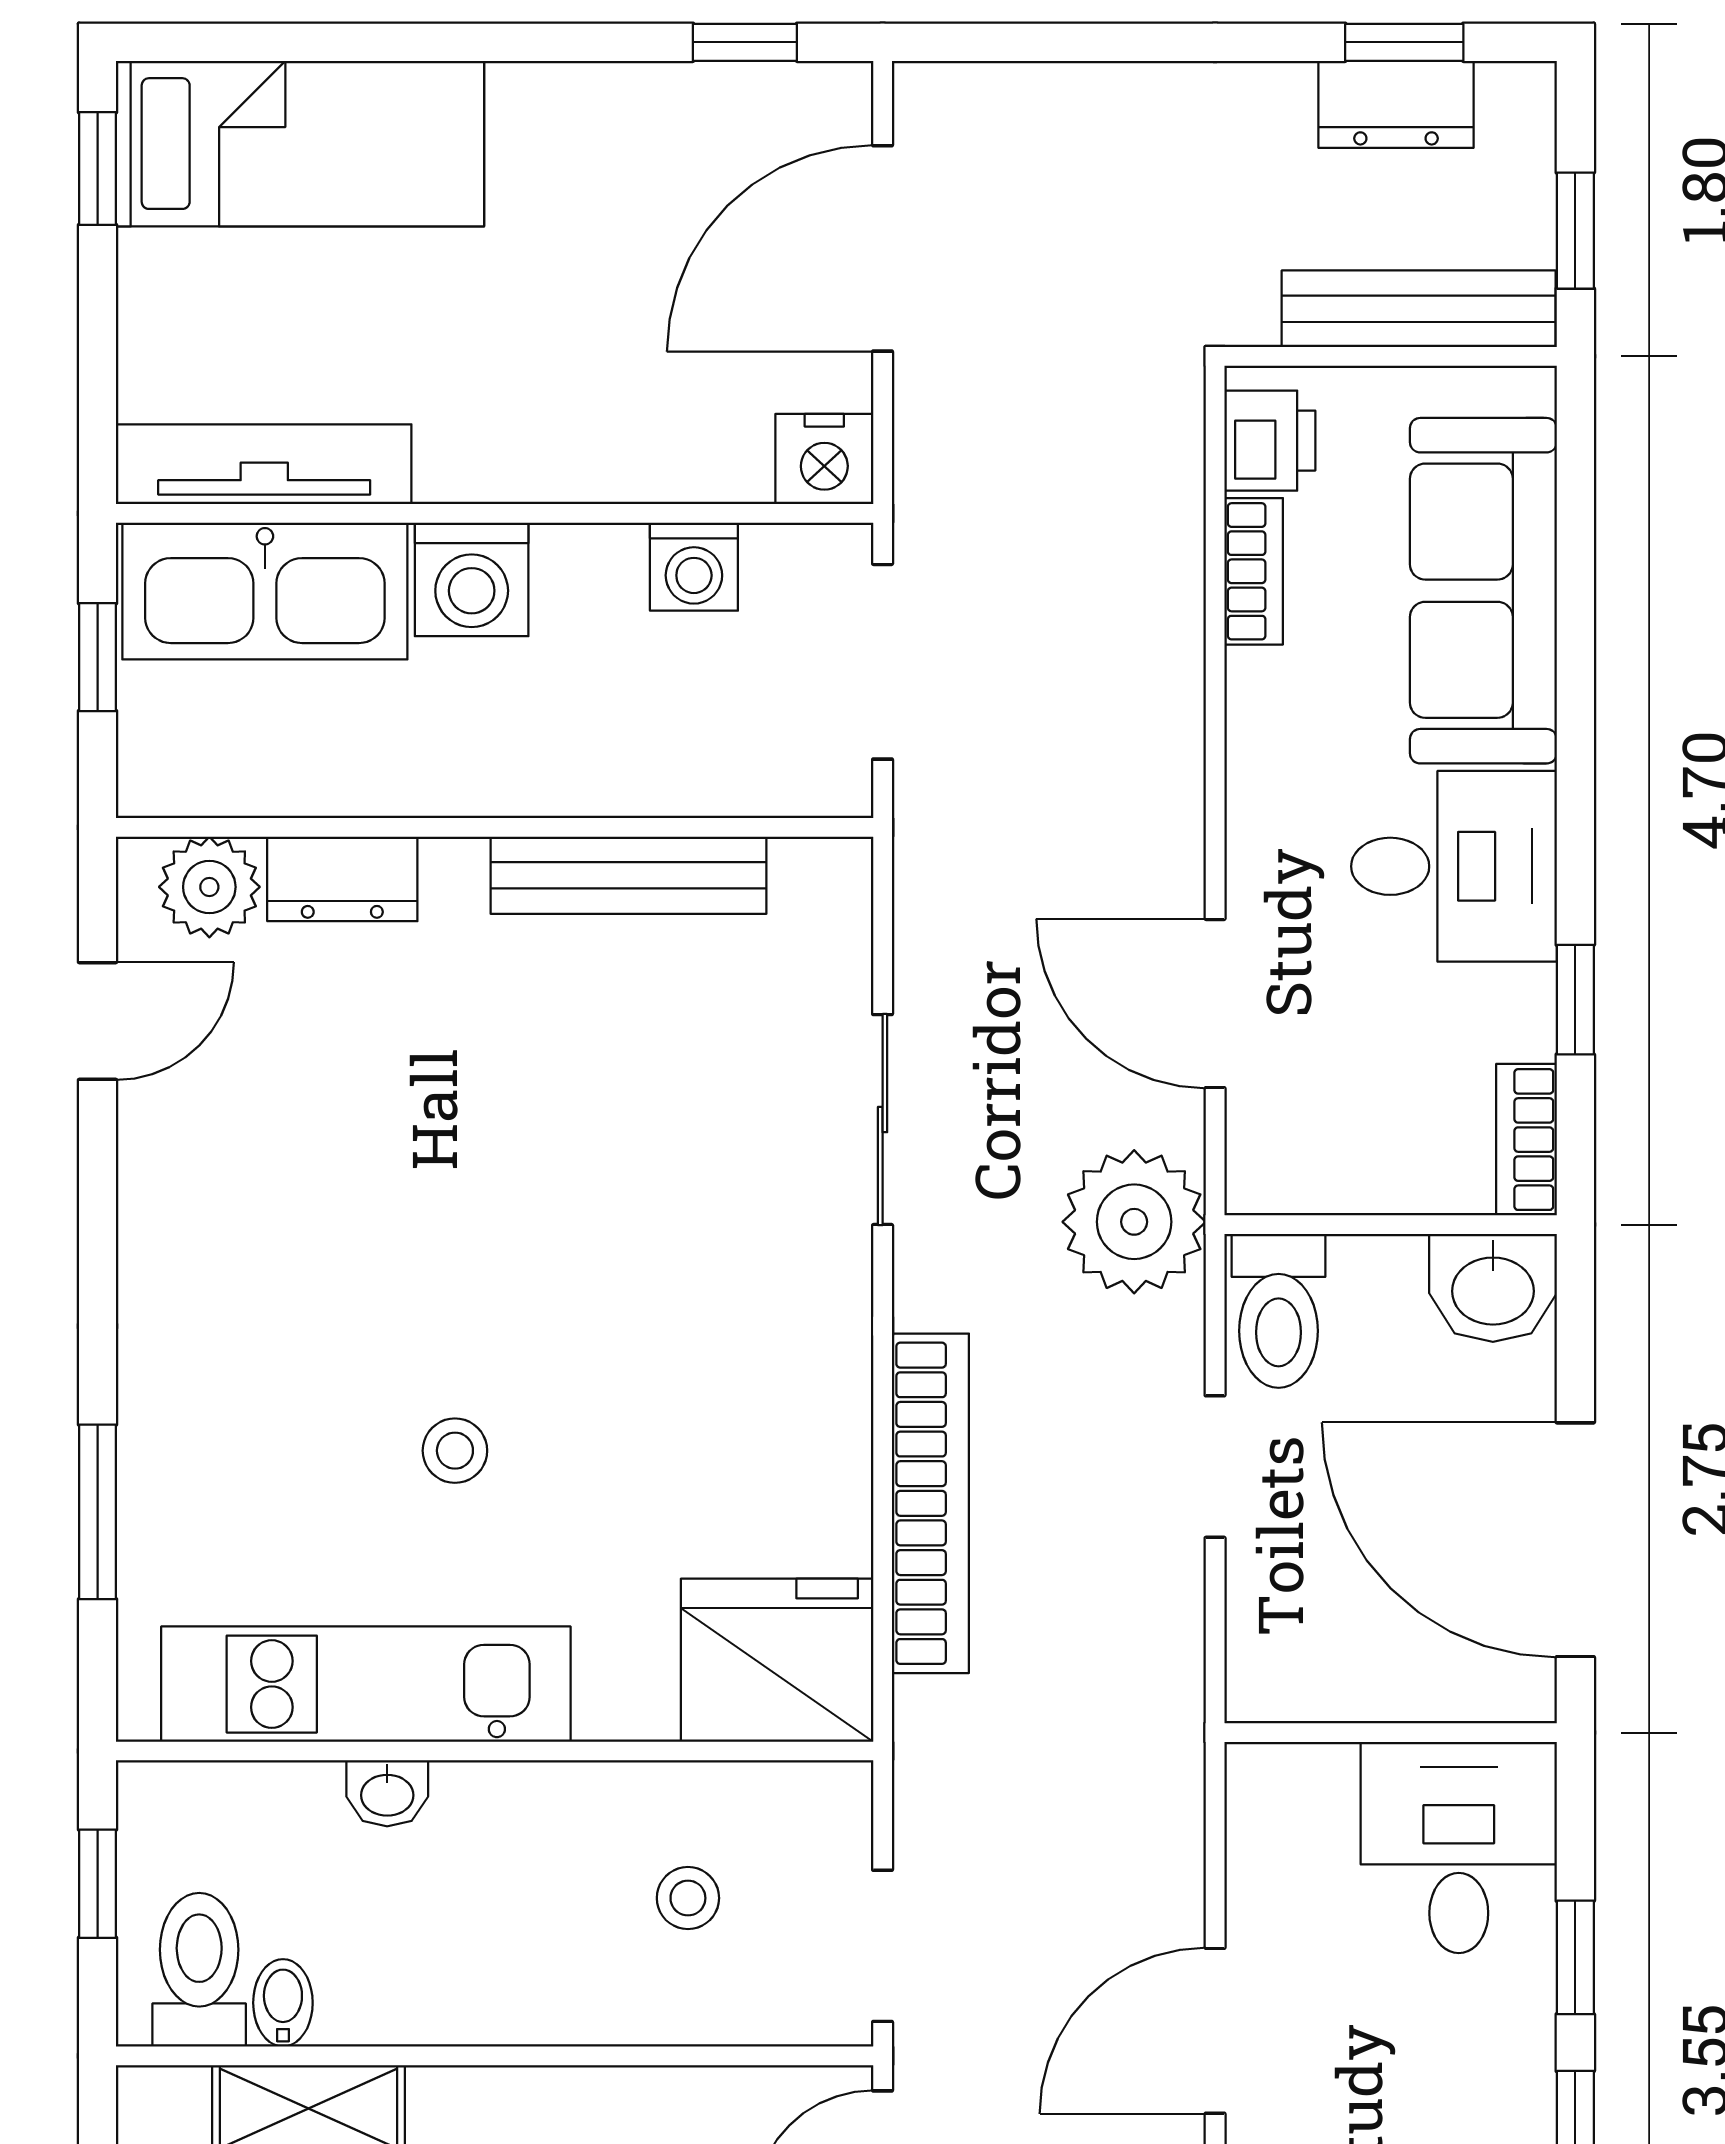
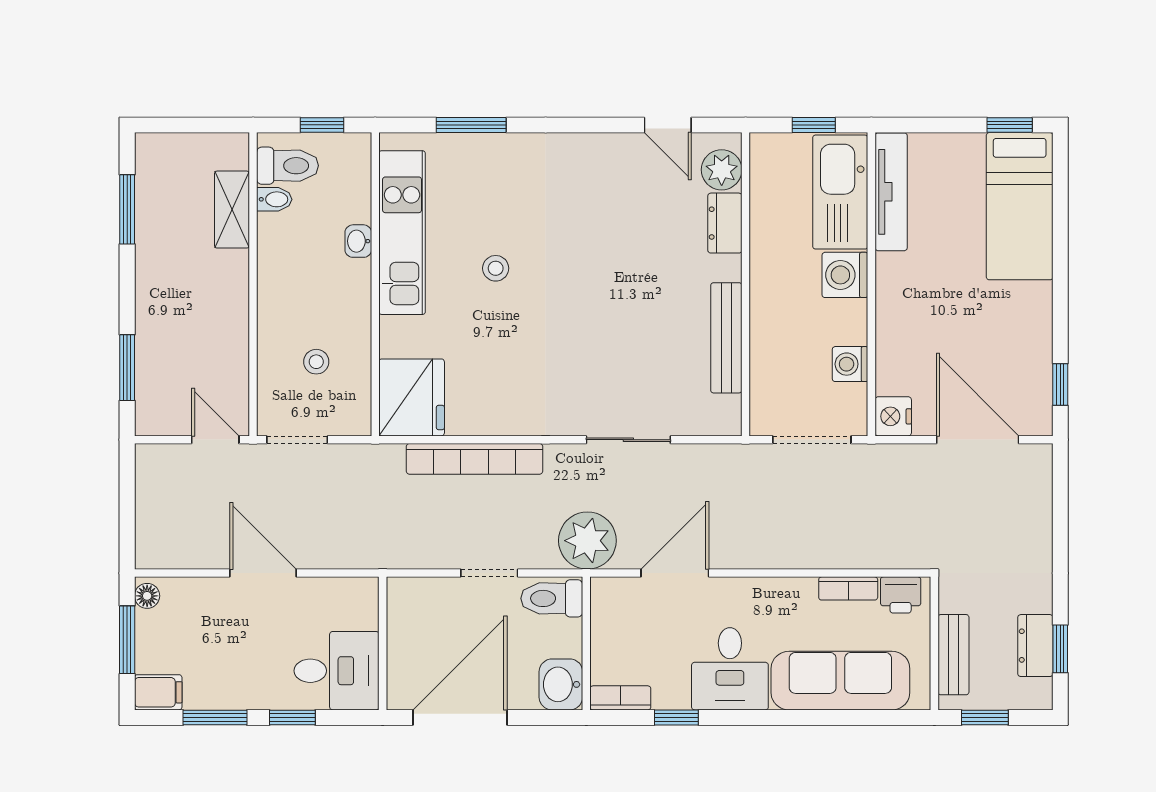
bench: (1419, 309) -> (953, 655), width x0.73

